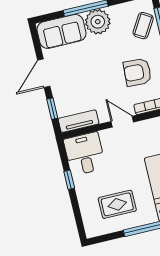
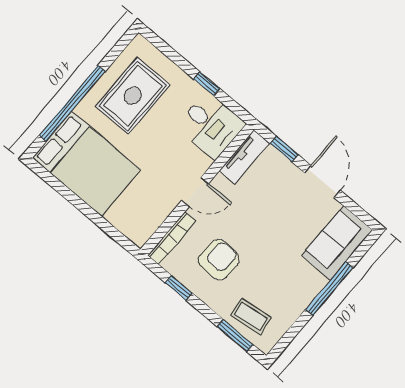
plant: (98, 22) -> (305, 284), removed
coffee table: (143, 26) -> (251, 316), turned -38
rug: (117, 204) -> (133, 96), width x1.36, depth x1.43

